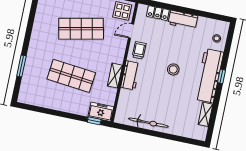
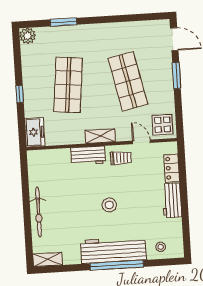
shelving: (115, 76) -> (100, 136), moved
window: (222, 76) -> (117, 265), width x3.17
plant: (24, 97) -> (28, 36), added
shelving: (205, 114) -> (48, 259), moved
window: (94, 121) -> (20, 94), moved
bicycle: (148, 123) -> (38, 212), moved

